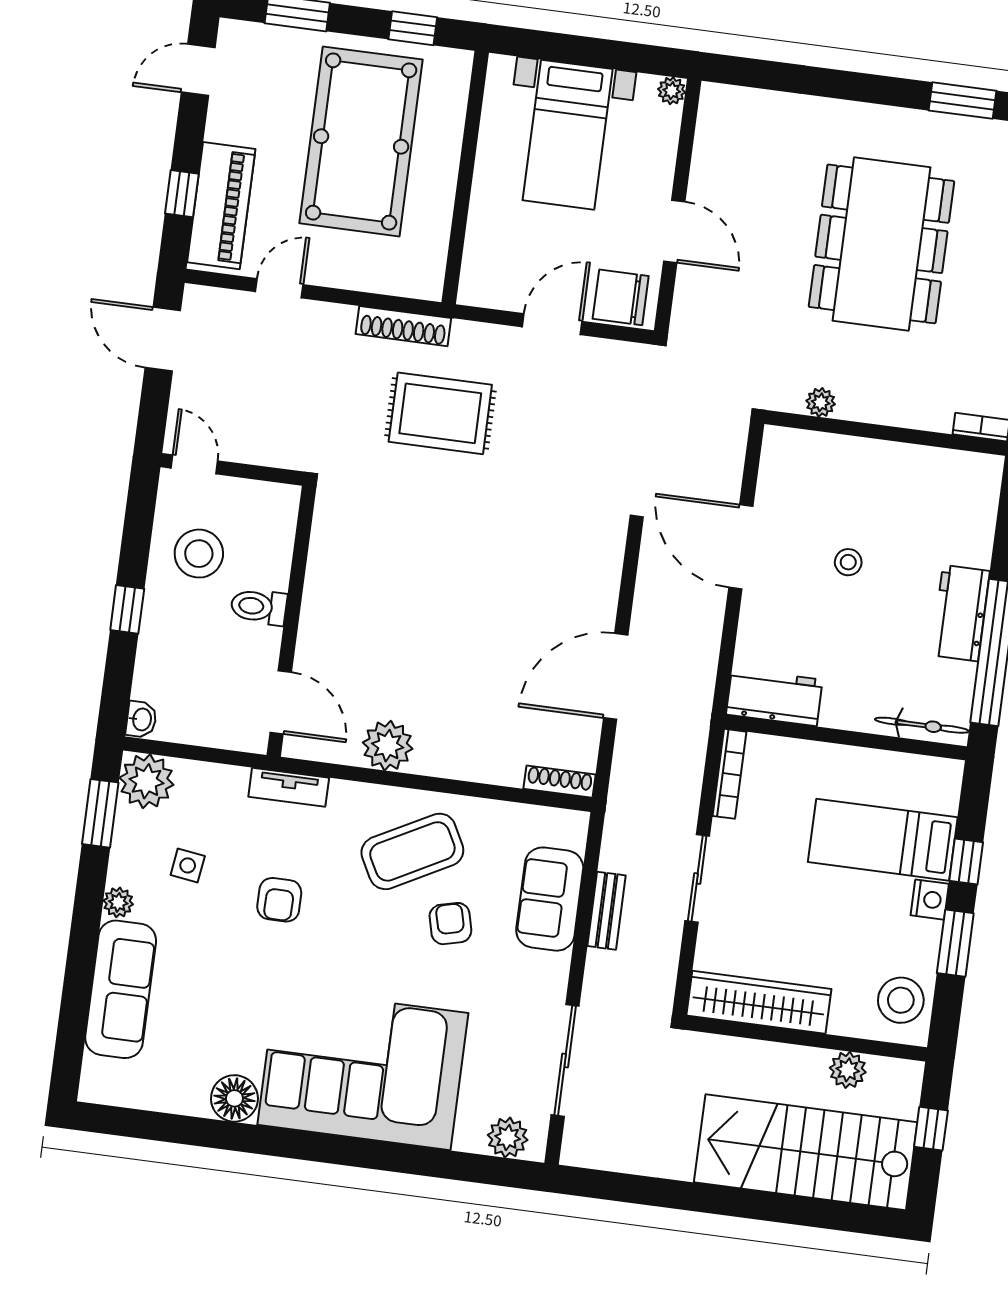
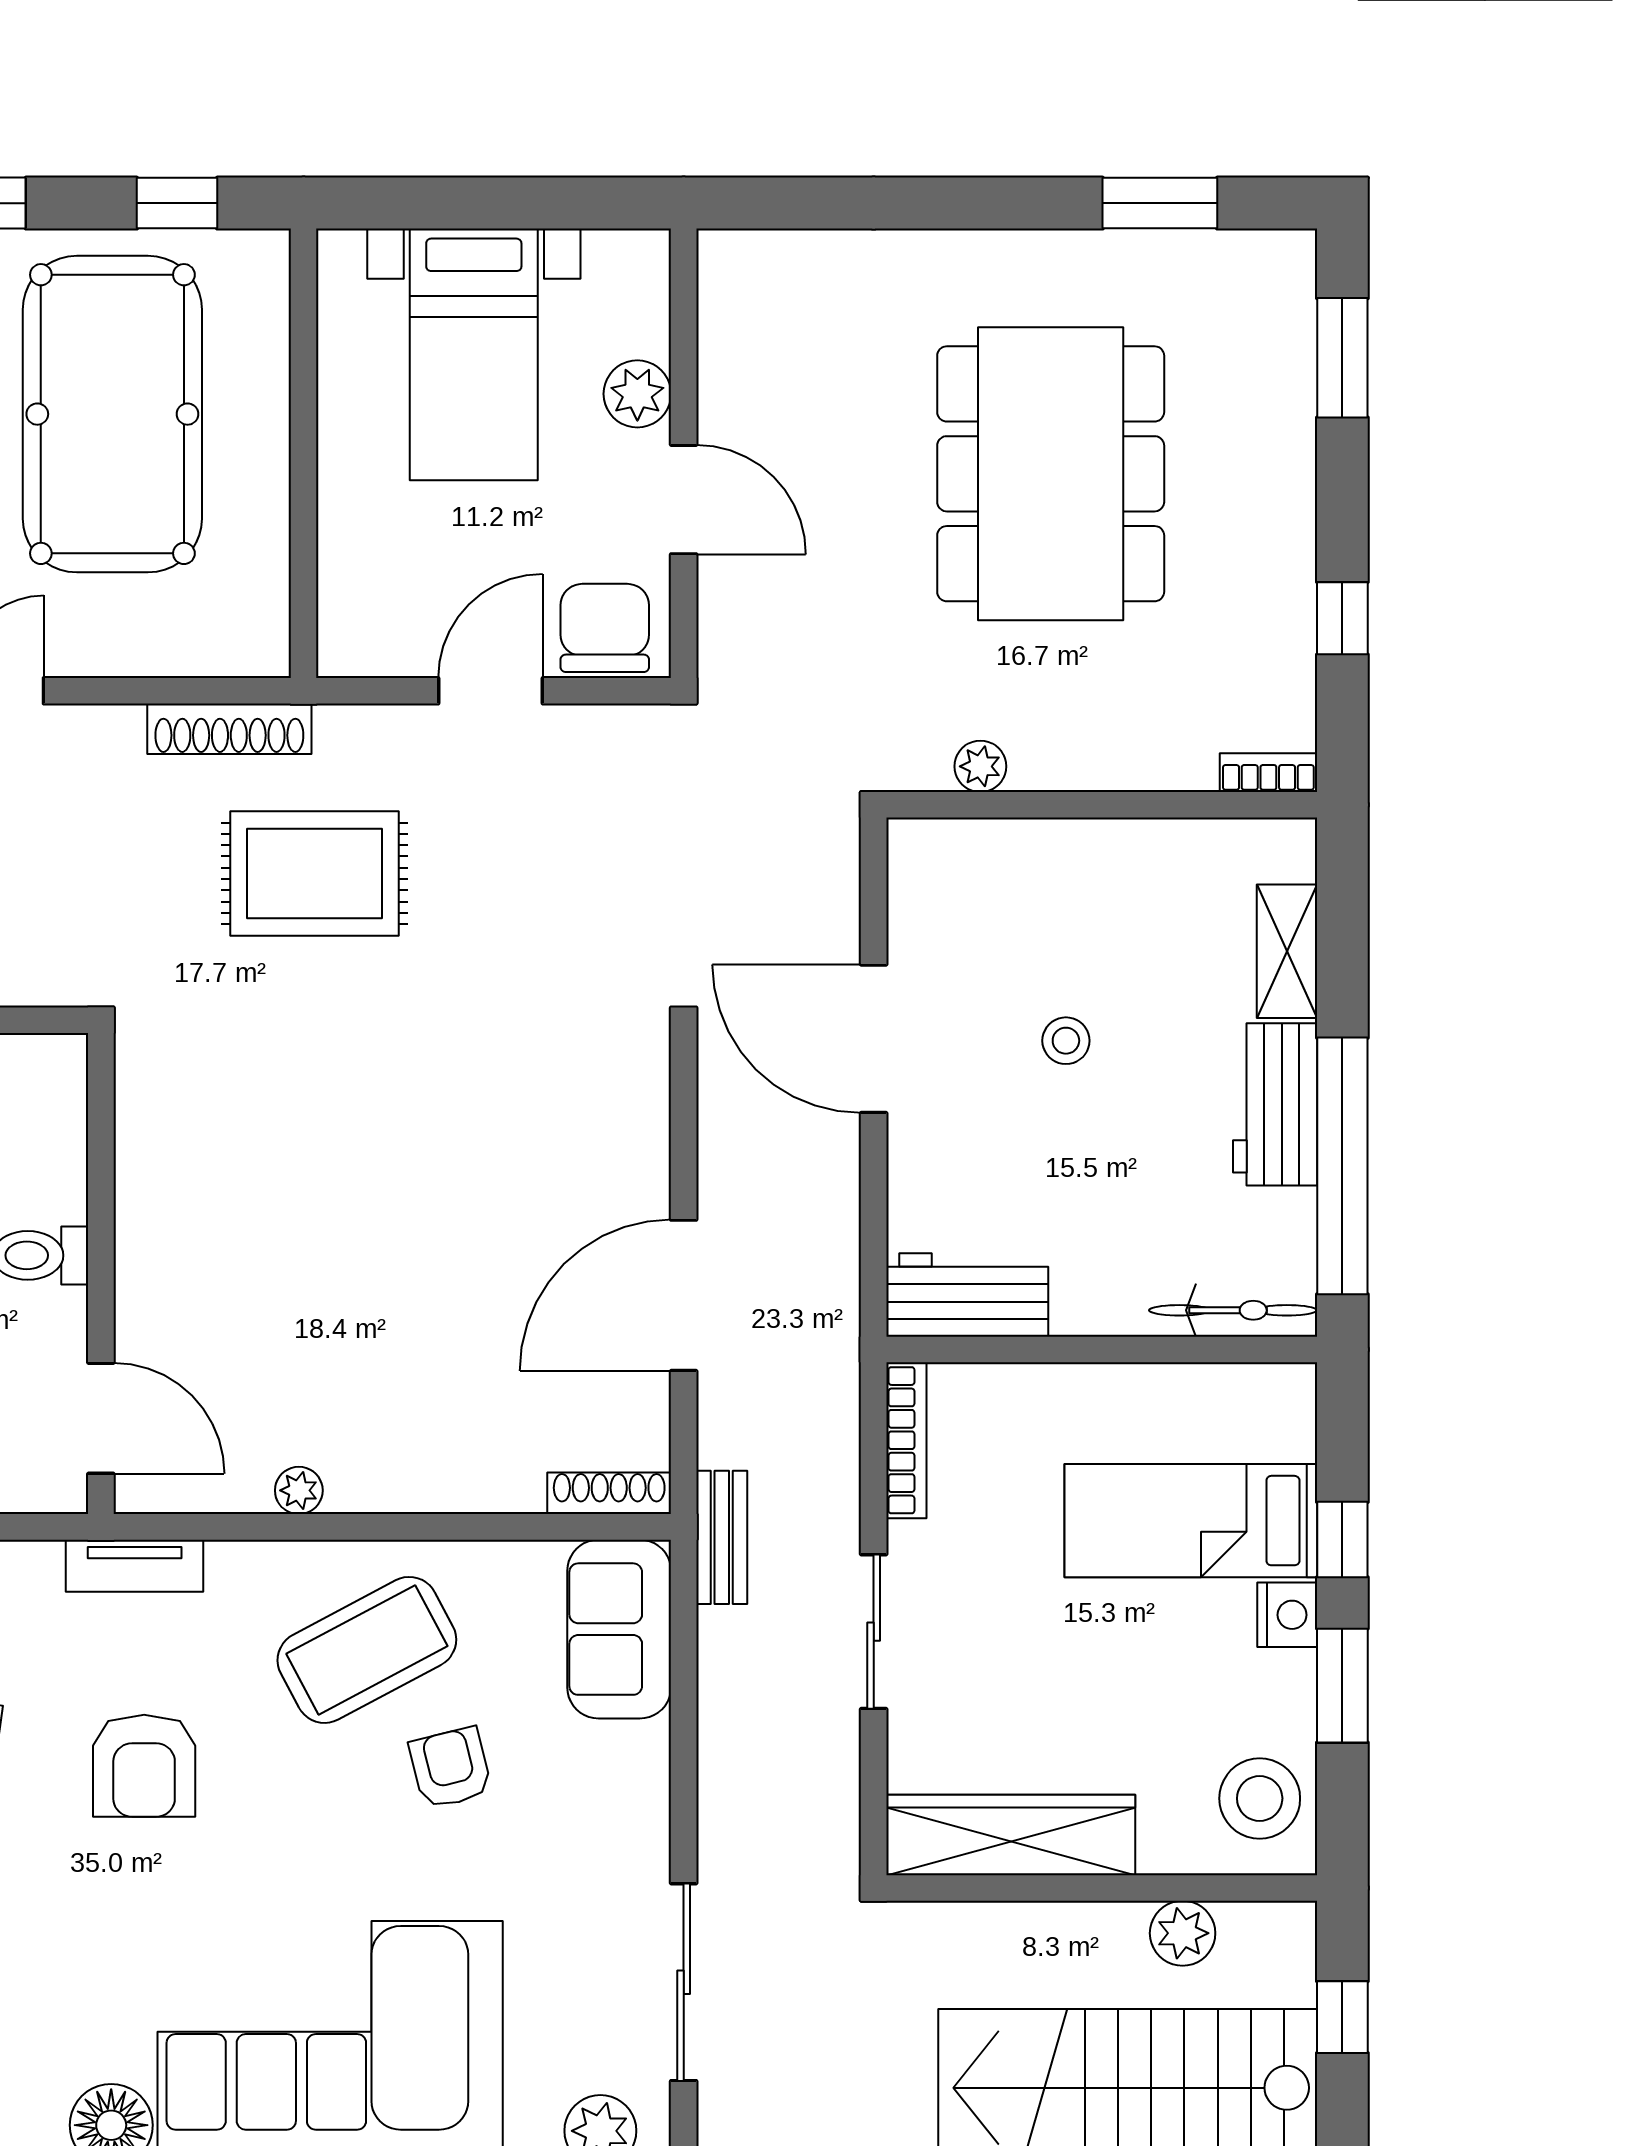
plant: (672, 91) -> (637, 394), moved, width x1.38, depth x1.38
chair: (621, 297) -> (605, 628), turned 90
shelving: (978, 528) -> (1287, 951), added
plant: (388, 746) -> (299, 1490), width x0.53, depth x0.53
sofa: (550, 899) -> (619, 1629), moved
armchair: (279, 900) -> (144, 1766), width x1.38, depth x1.38
bench: (607, 911) -> (722, 1537), moved

